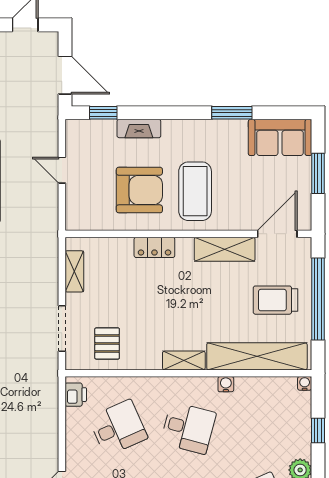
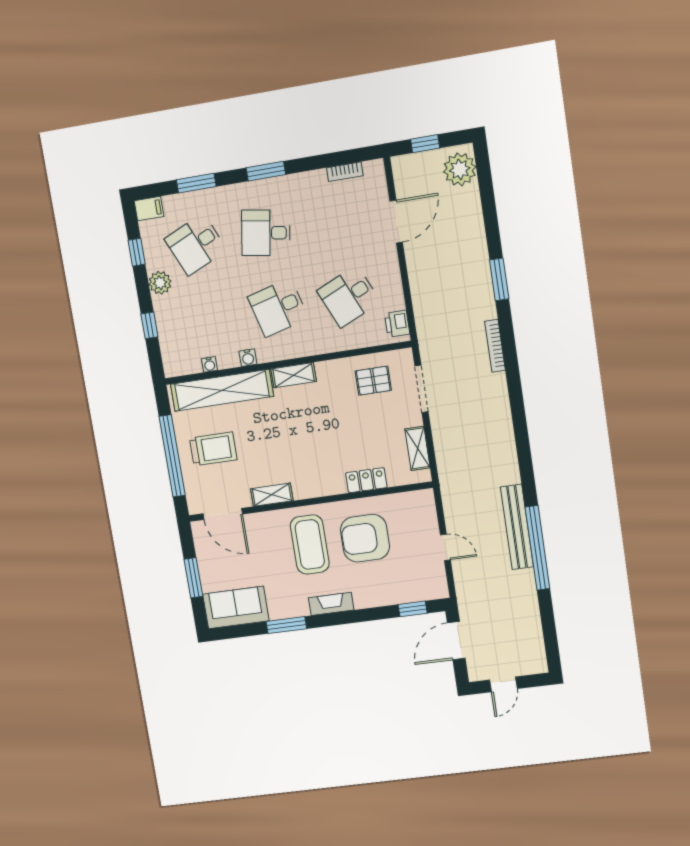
door: (65, 75) -> (456, 641), hinge flipped
fireplace: (139, 129) -> (331, 604), moved
door: (277, 234) -> (223, 514), hinge flipped
locker: (154, 247) -> (366, 480), moved
shelving: (225, 249) -> (272, 495), width x0.67, depth x0.75
pallet: (107, 343) -> (373, 381), turned 90
water cooler: (305, 383) -> (209, 364), moved
desk: (188, 428) -> (278, 308), turned -30

